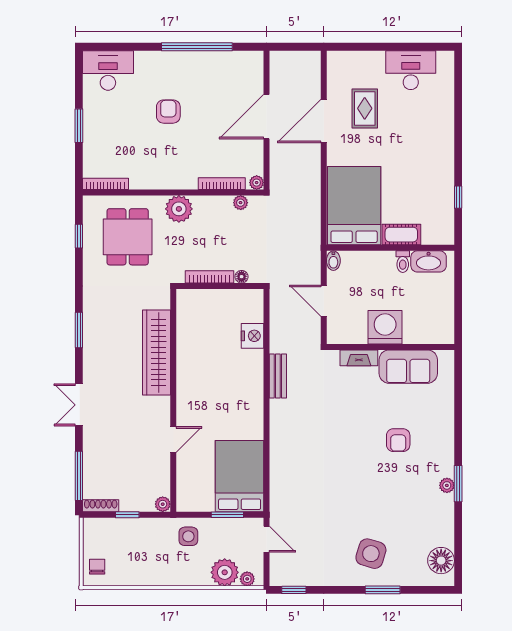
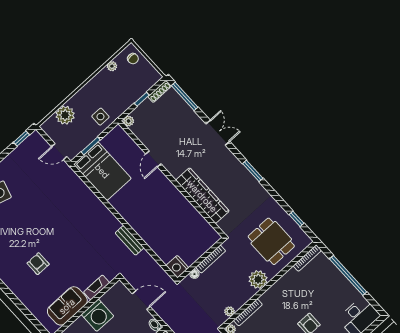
window: (79, 126) -> (348, 275), width x2.11
nightstand: (253, 336) -> (177, 267), moved
plant: (247, 579) -> (112, 66), moved

